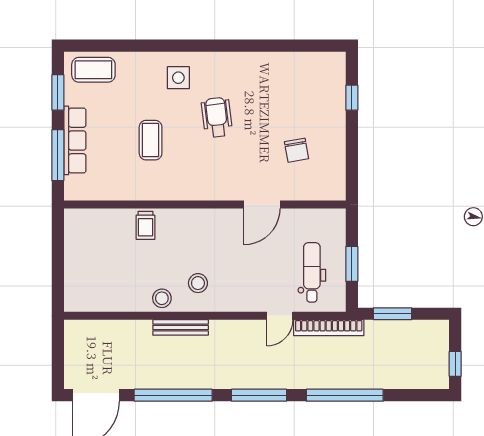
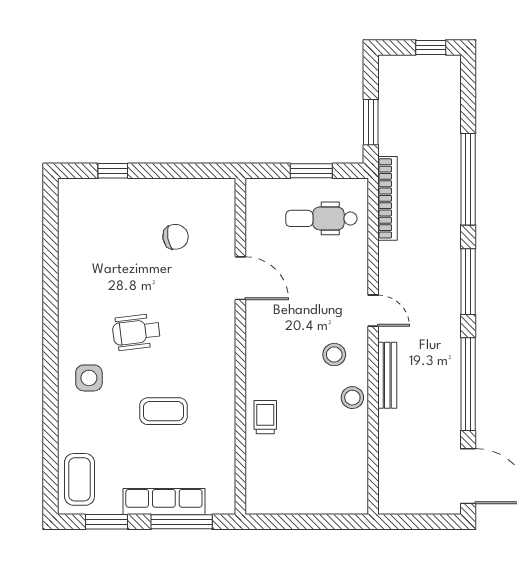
trolley: (145, 225) -> (265, 417), turned -90
door: (280, 316) -> (373, 311), moved

